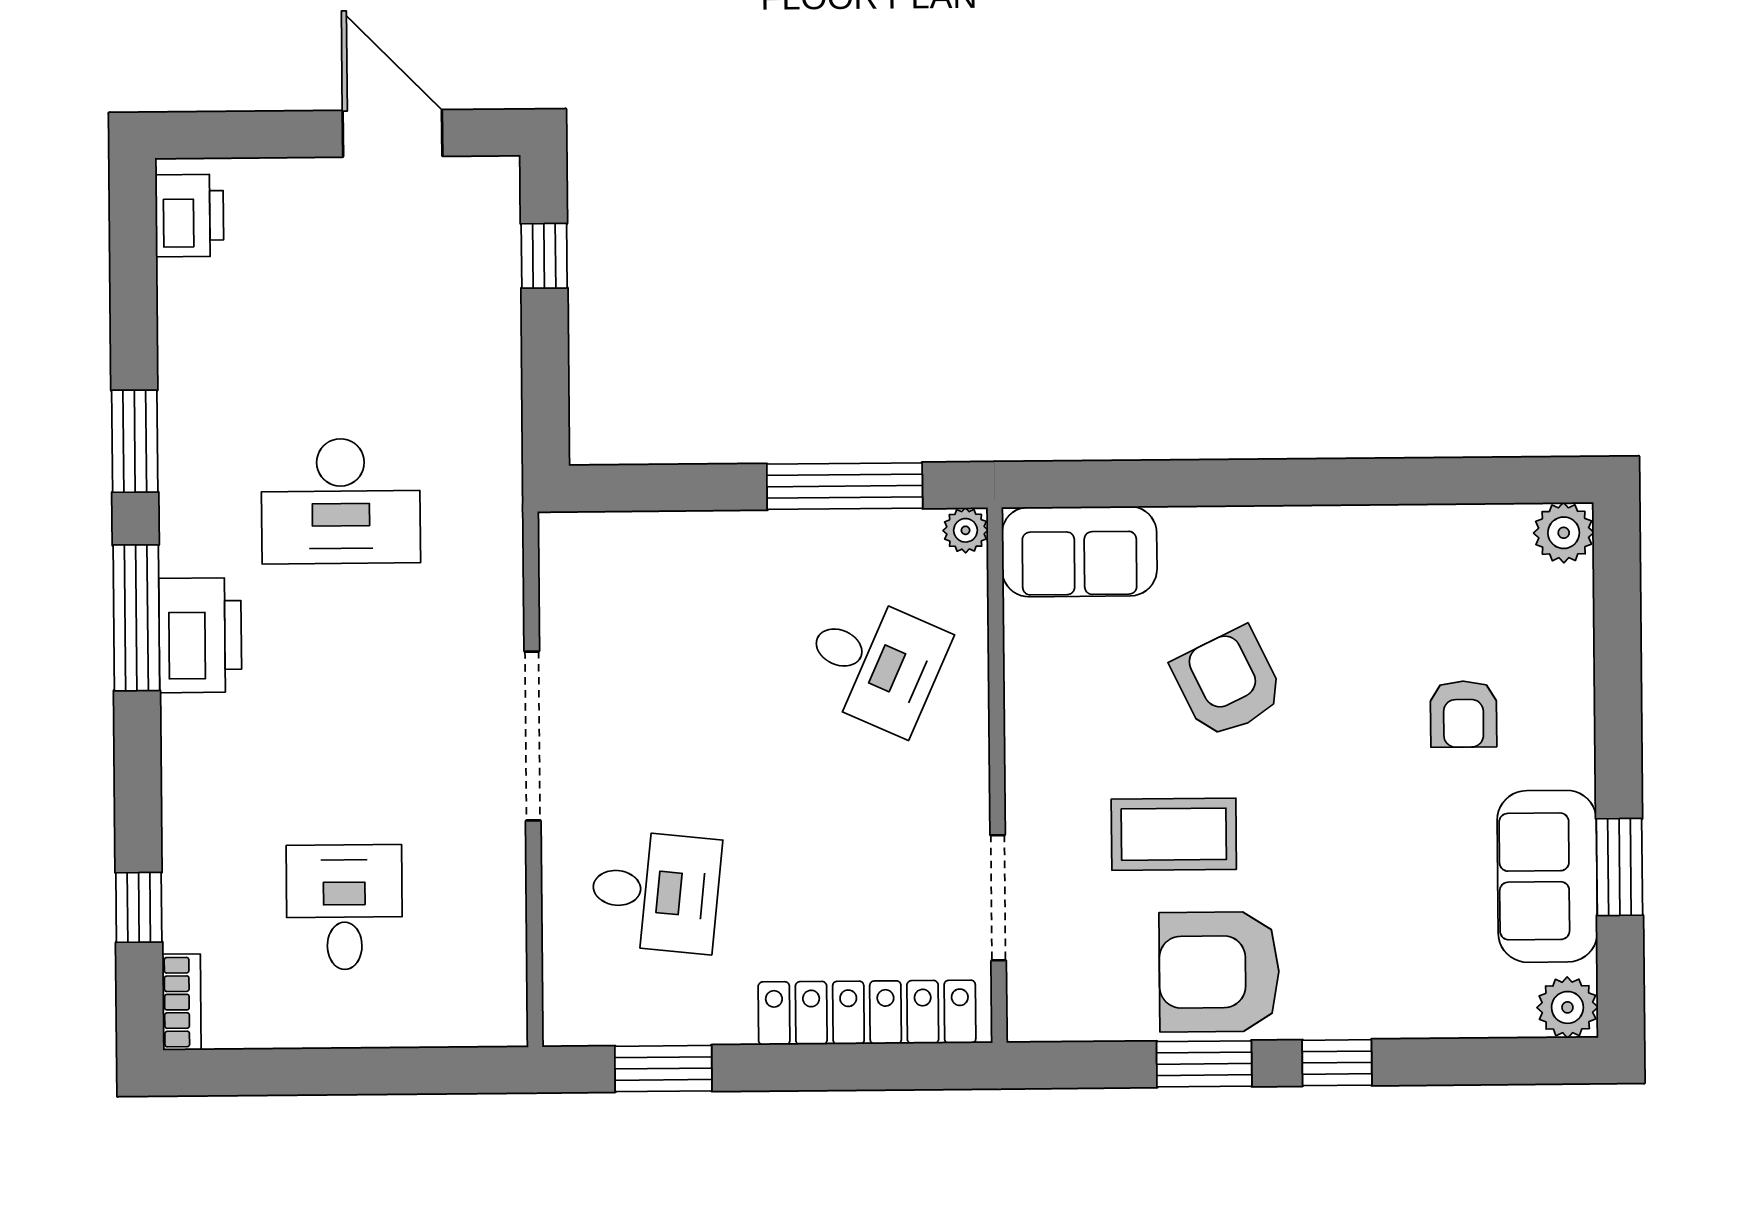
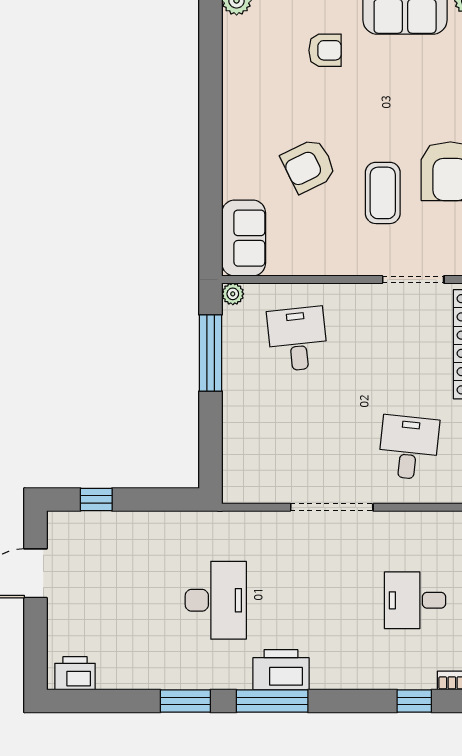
desk: (875, 663) -> (297, 339), turned -30

